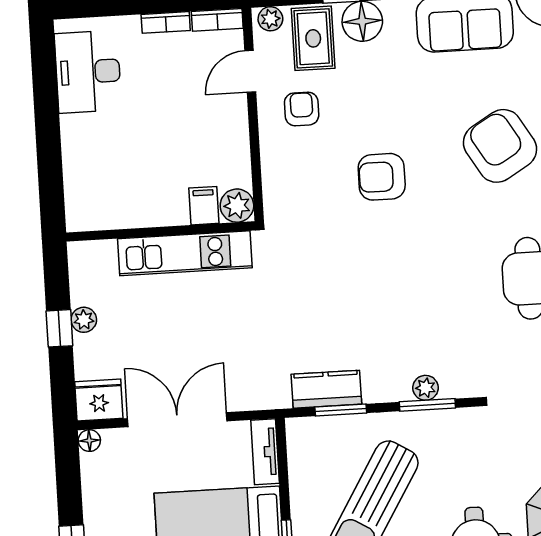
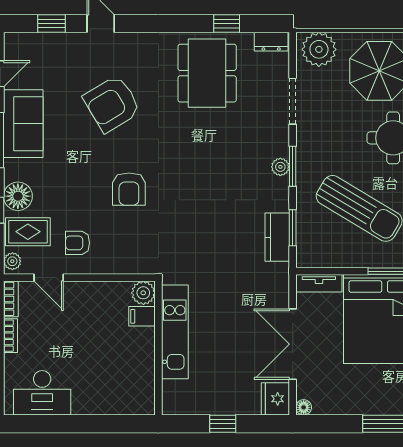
plant: (84, 320) -> (218, 406), removed

